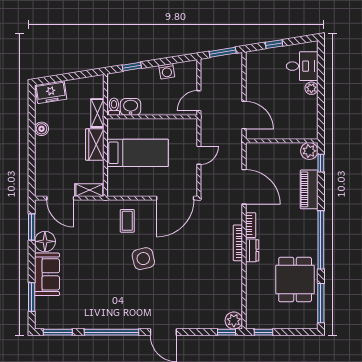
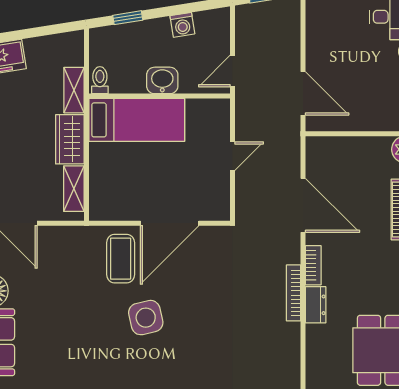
washbasin: (131, 107) -> (162, 80), moved
bed: (138, 153) -> (137, 120), moved
shelving: (89, 190) -> (74, 189), moved, turned 90
door: (175, 198) -> (170, 223), moved
coffee table: (127, 221) -> (121, 259), width x1.36, depth x1.30

